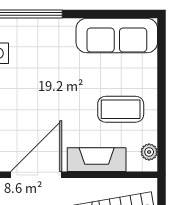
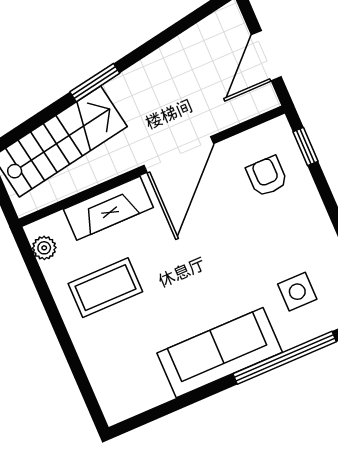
sofa: (117, 36) -> (220, 353), moved

